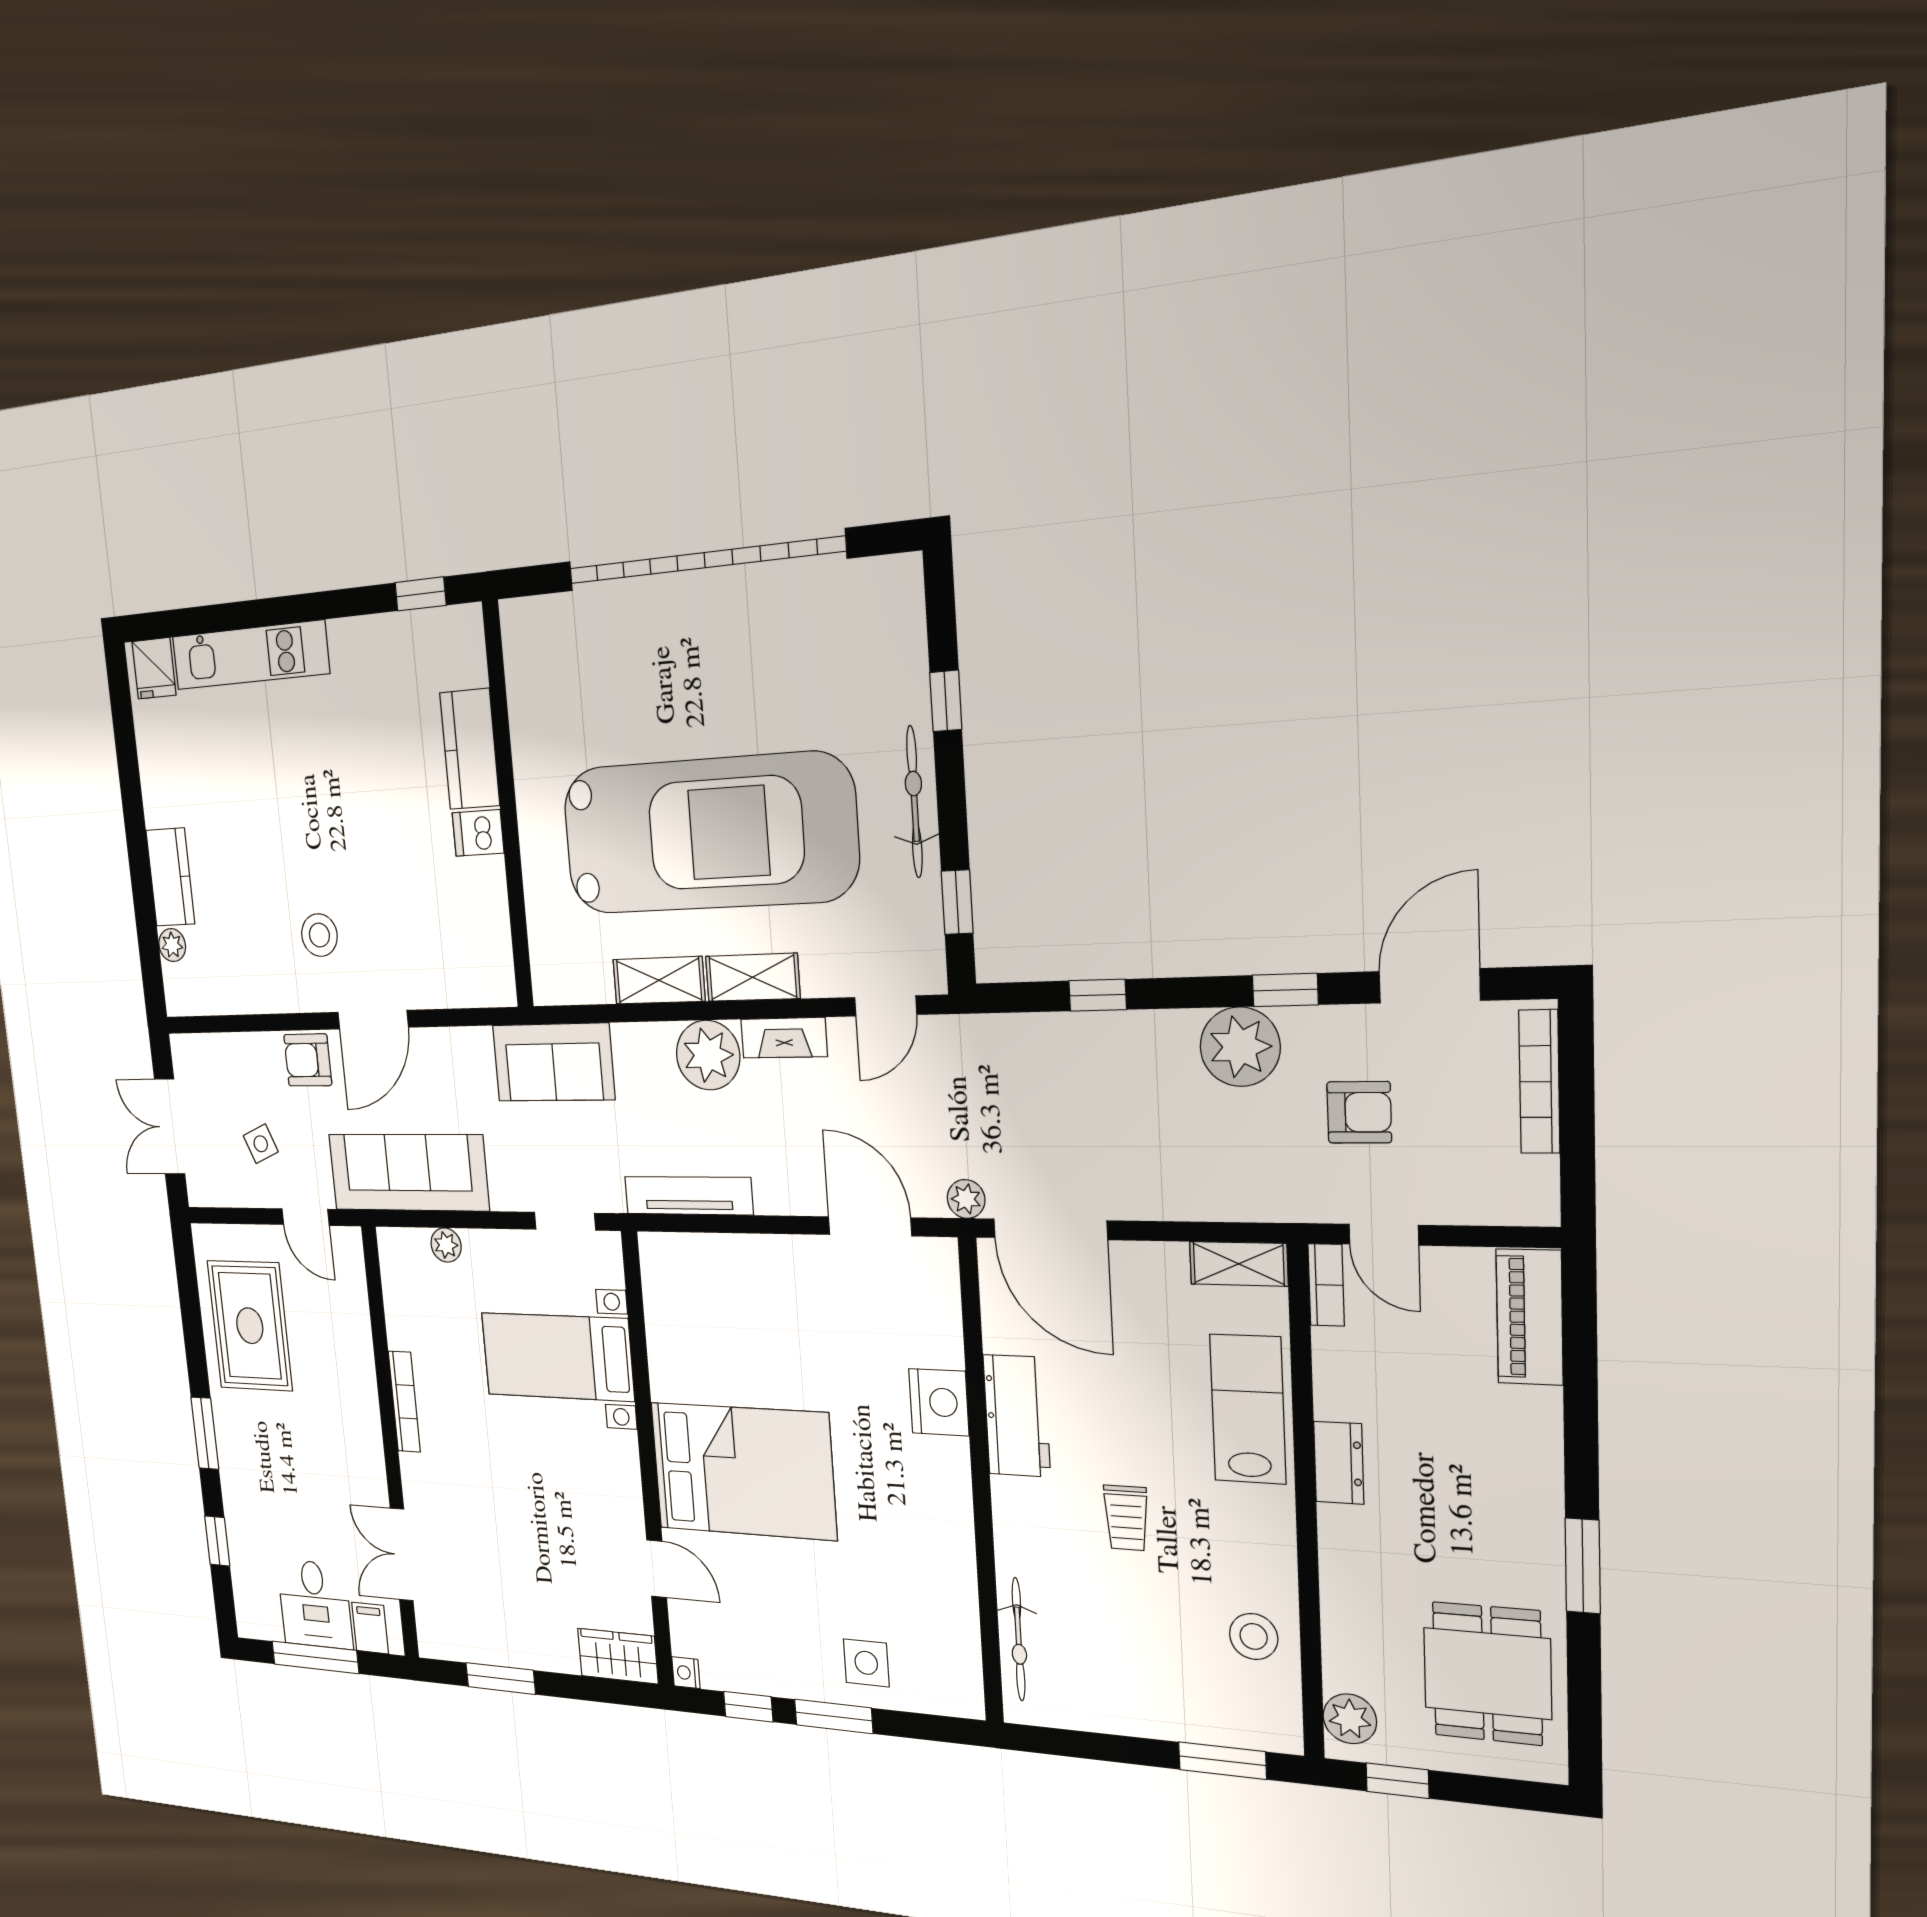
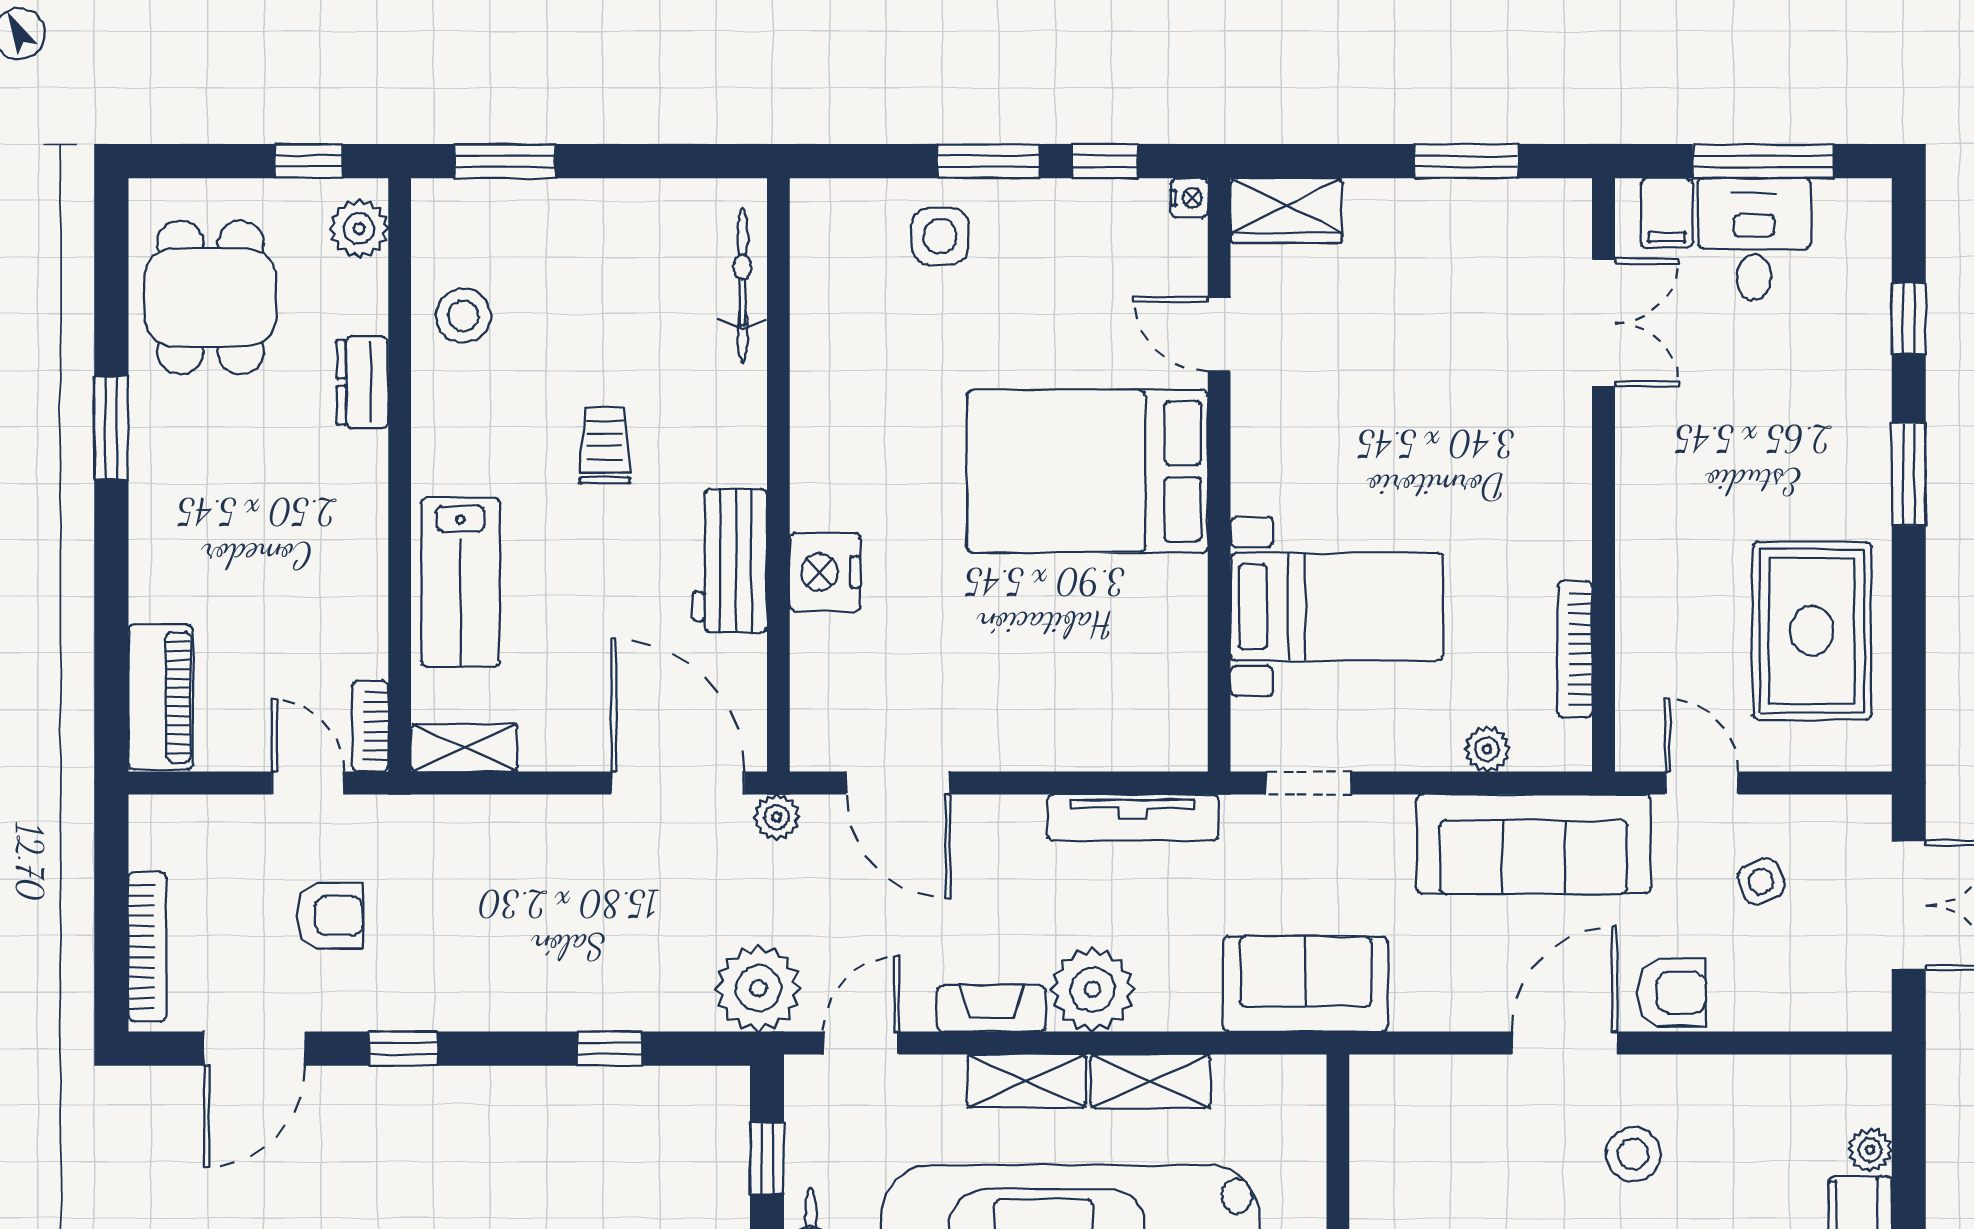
plant: (1240, 1047) -> (758, 988), moved
armchair: (1359, 1112) -> (330, 916), turned 180
bookcase: (404, 1402) -> (1575, 649), moved
dresser: (1339, 1463) -> (362, 382), moved

